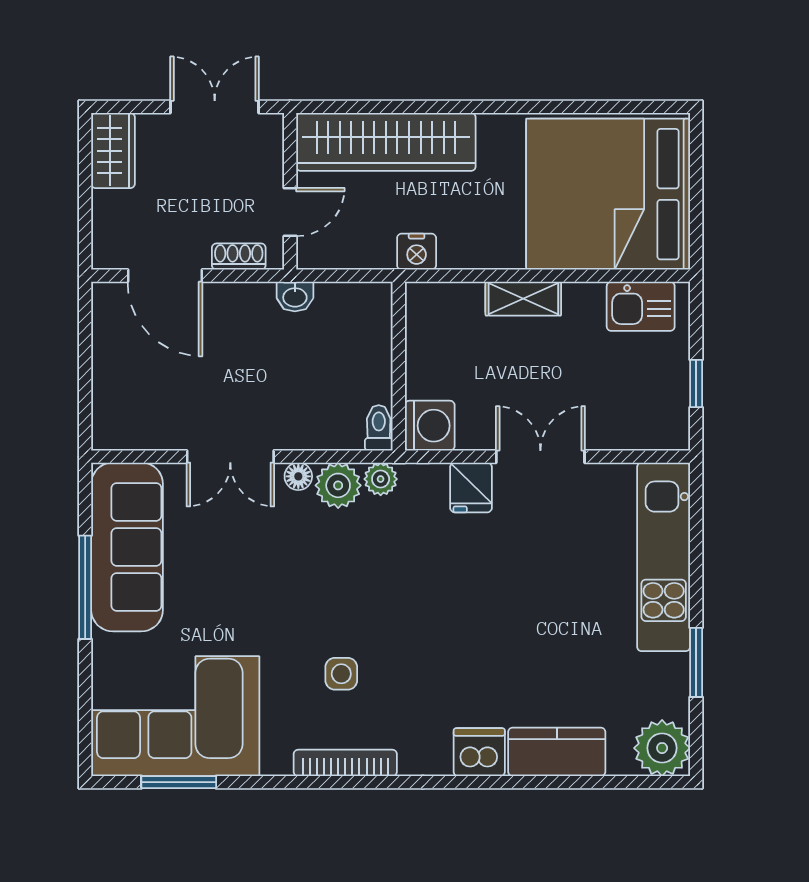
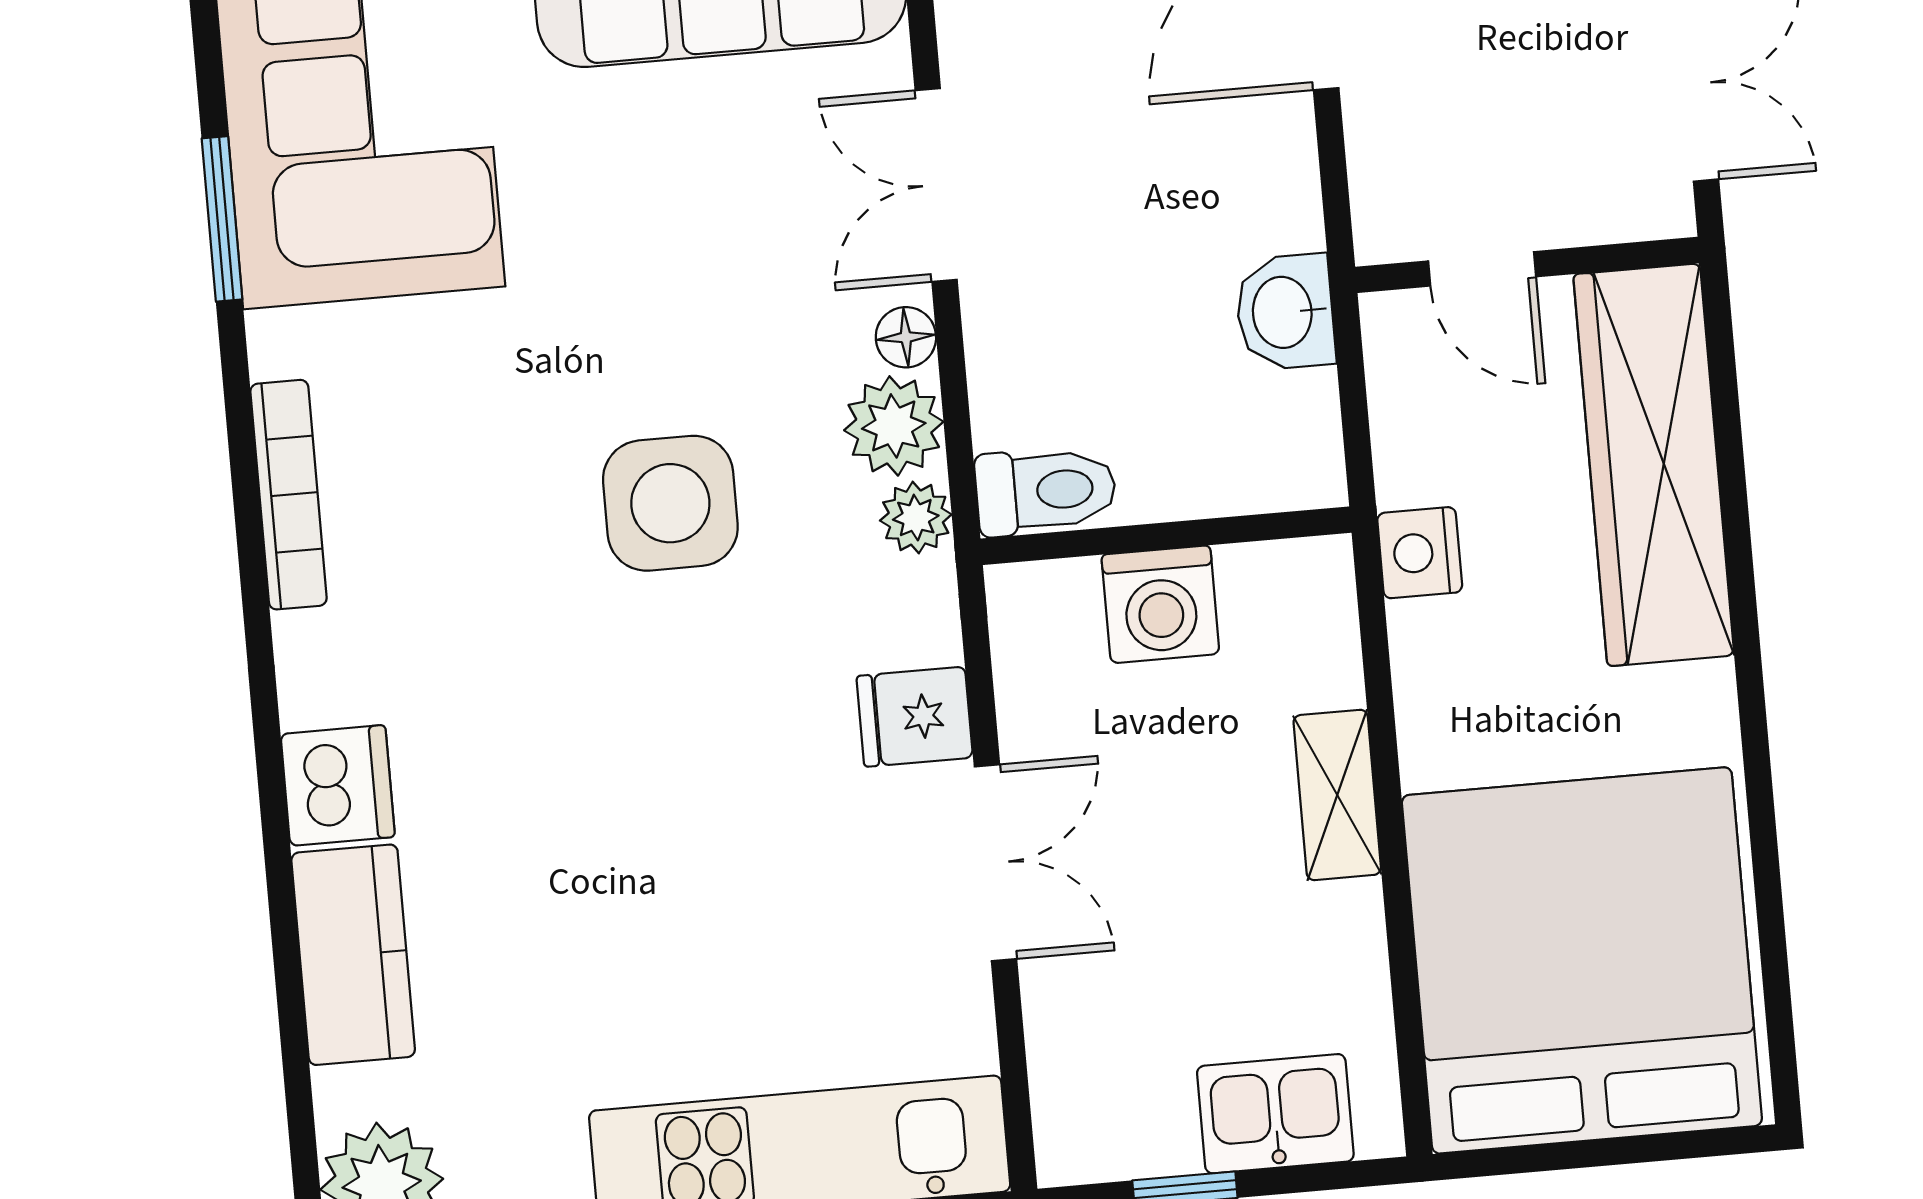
shoe rack: (239, 257) -> (1375, 165), removed
washbasin: (295, 297) -> (1285, 312), width x1.38, depth x1.45
kitchen sink: (641, 306) -> (1275, 1114), moved, turned 90
washing machine: (430, 426) -> (1160, 604), moved
toilet: (379, 428) -> (1046, 491), width x1.37, depth x1.39
side table: (341, 674) -> (670, 503), moved, width x1.87, depth x1.87
window: (179, 782) -> (222, 219), moved

